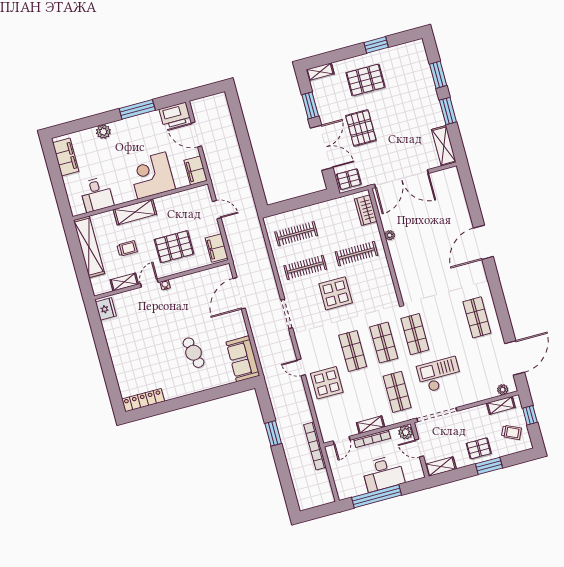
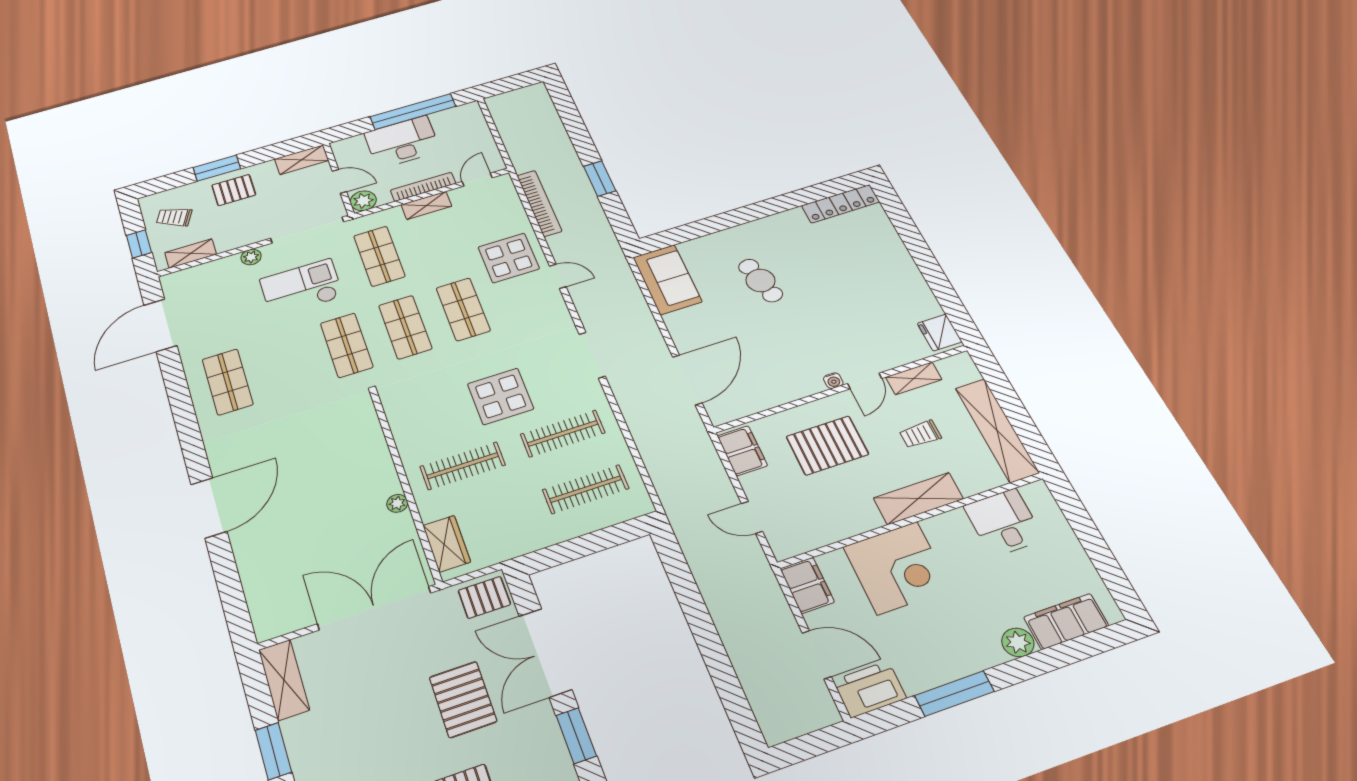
filing cabinet: (66, 157) -> (1066, 621), moved, turned 90
checkout: (439, 375) -> (301, 288), turned 180
plant: (503, 390) -> (251, 257), moved
bookcase: (315, 446) -> (539, 203), moved

